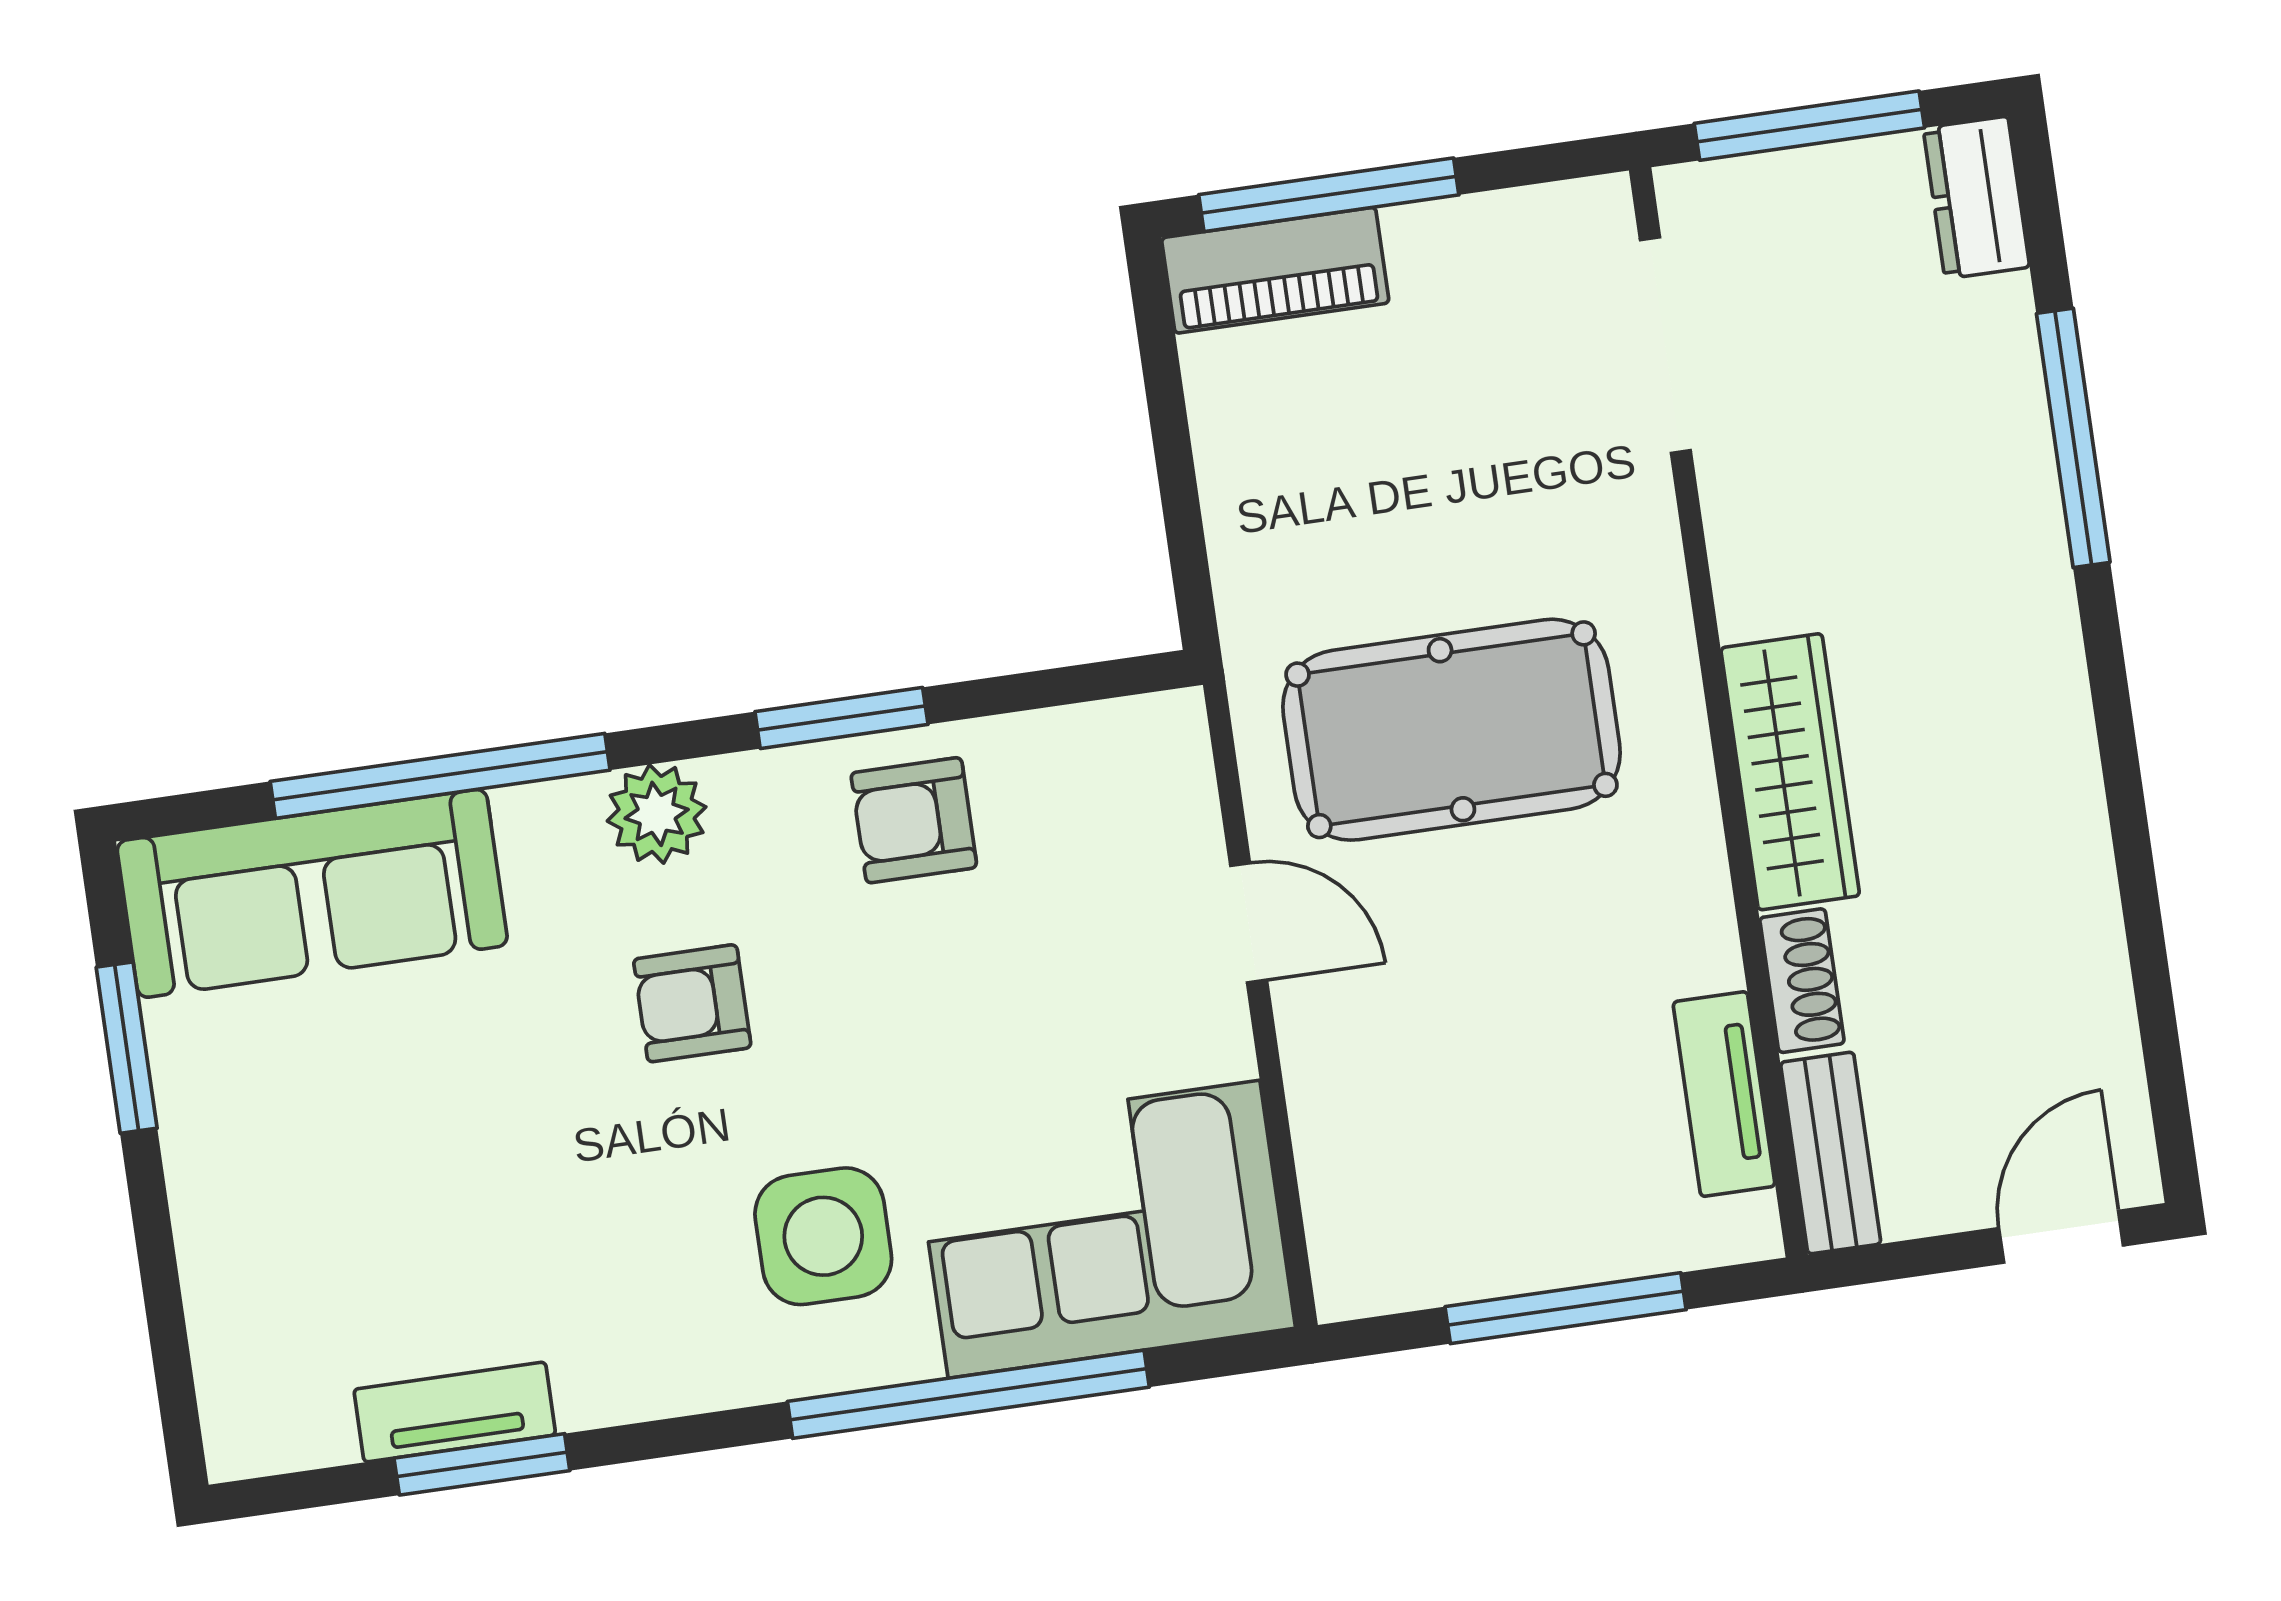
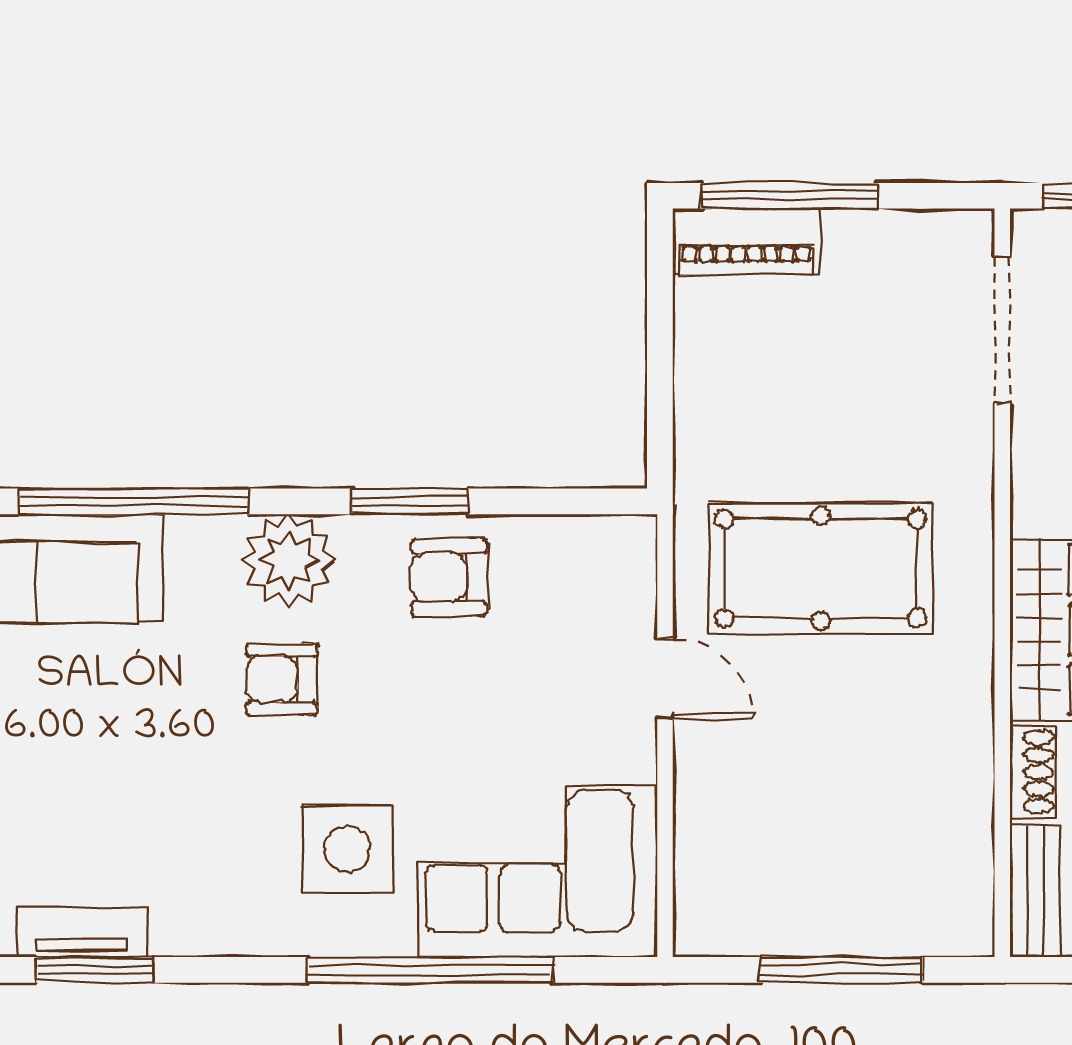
plant: (657, 814) -> (289, 560), width x1.36, depth x1.36
tv unit: (1724, 1094) -> (969, 841), removed

